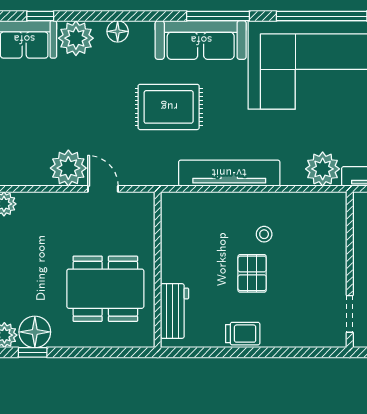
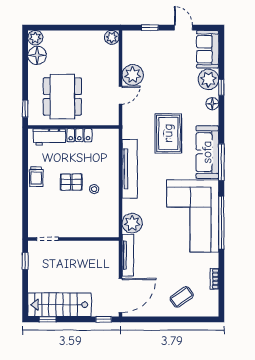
window: (40, 16) -> (221, 87), moved
locker: (172, 260) -> (79, 135), added
window: (33, 352) -> (25, 109), moved

